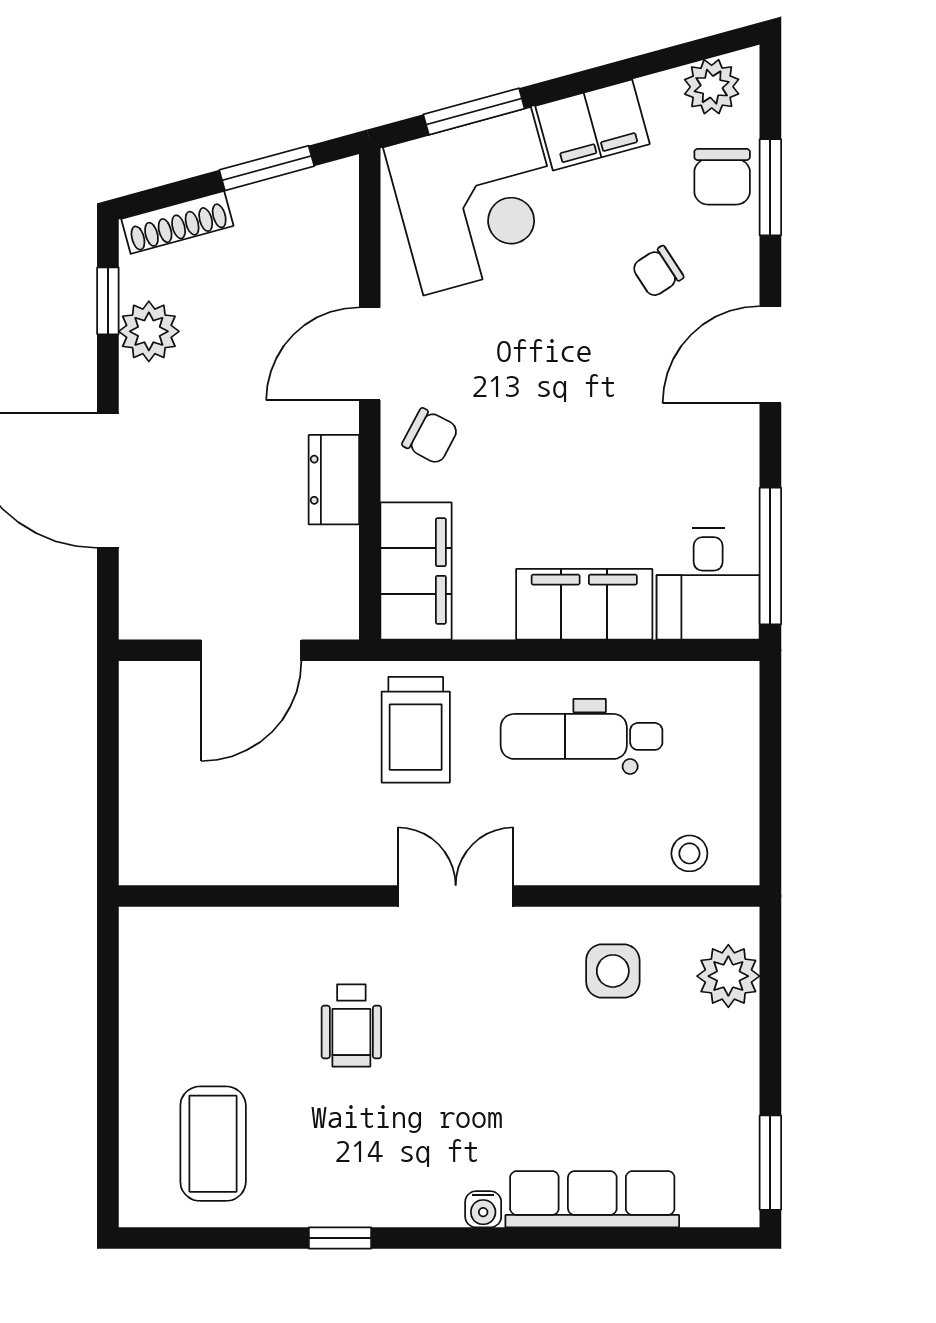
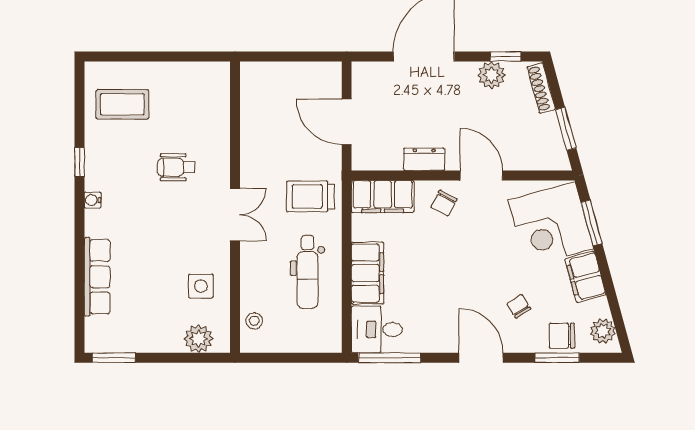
dental chair: (582, 736) -> (307, 272), turned 180
water cooler: (483, 1209) -> (93, 200), moved

